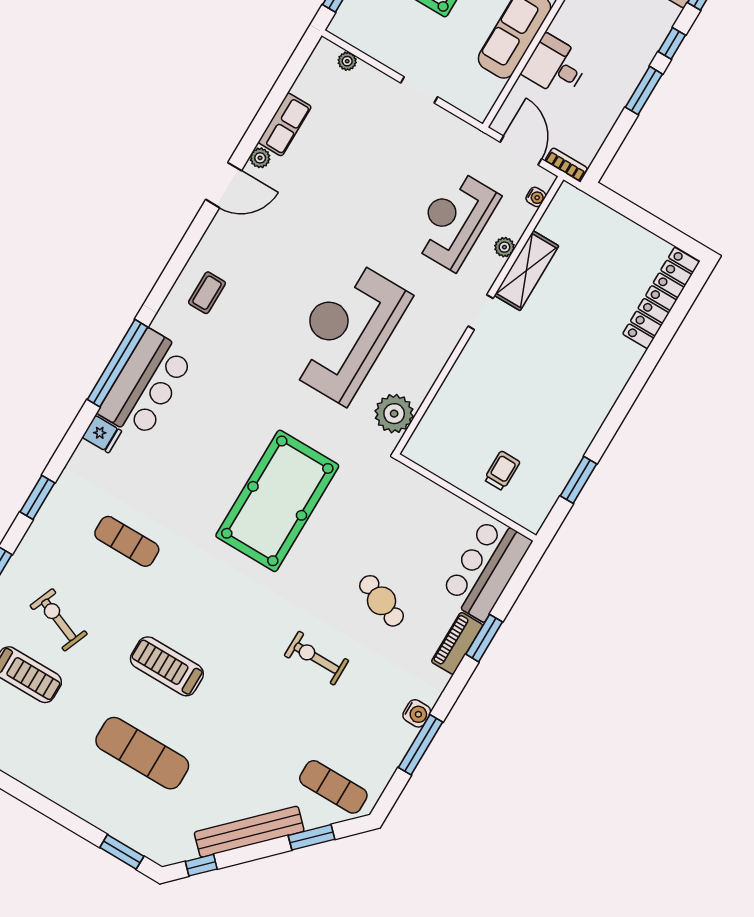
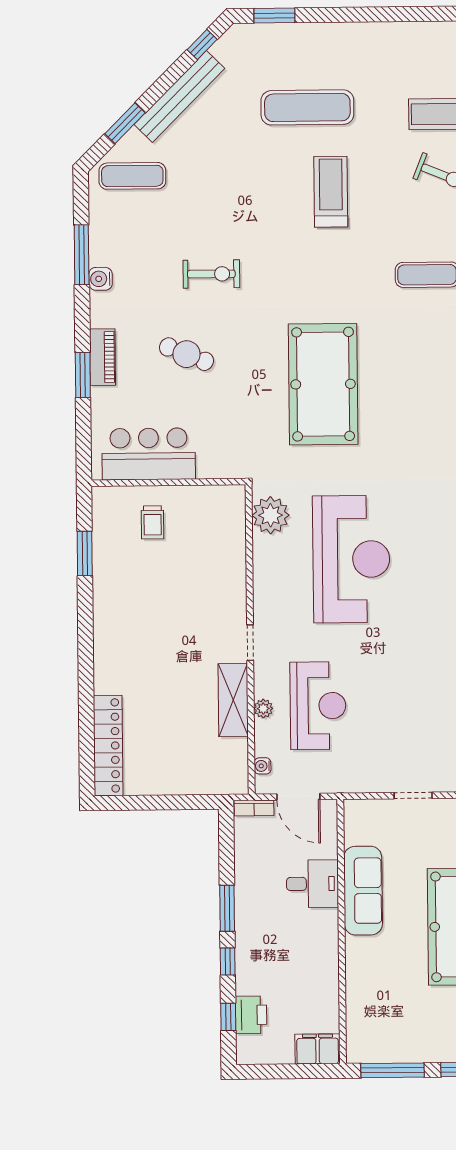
bar counter: (486, 568) -> (149, 454), moved, turned -90
treadmill: (167, 666) -> (331, 192), turned -90

